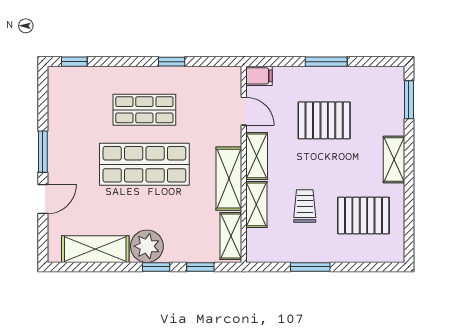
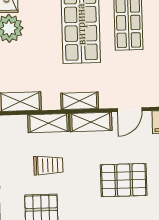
pallet: (324, 120) -> (124, 180), turned 90
shelving: (229, 179) -> (80, 101), width x0.67, depth x0.75

